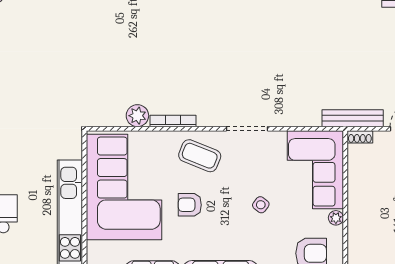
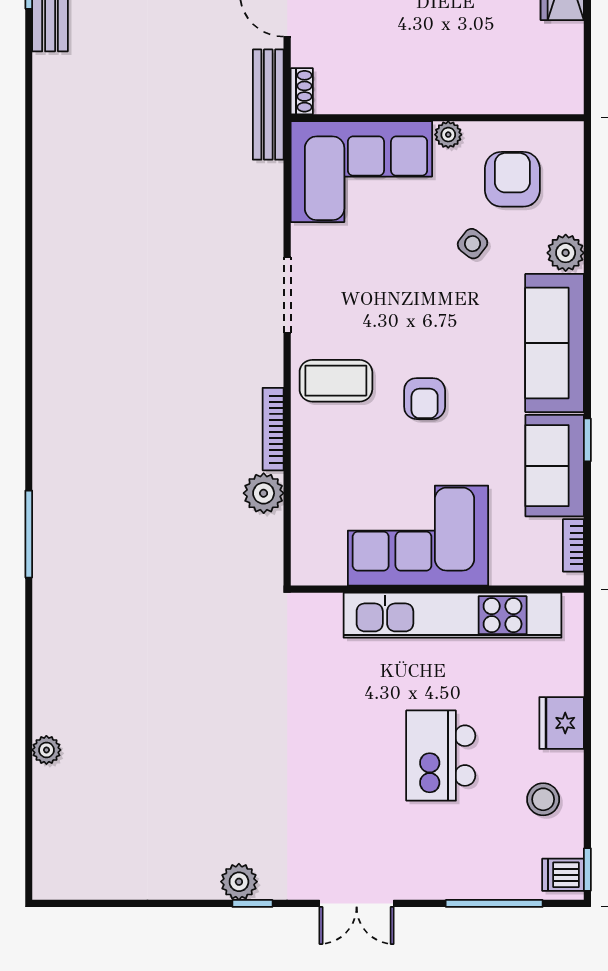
coffee table: (200, 156) -> (336, 381), turned 68
corner sofa: (124, 187) -> (418, 536), width x0.73, depth x0.74
side table: (261, 205) -> (473, 244), moved

